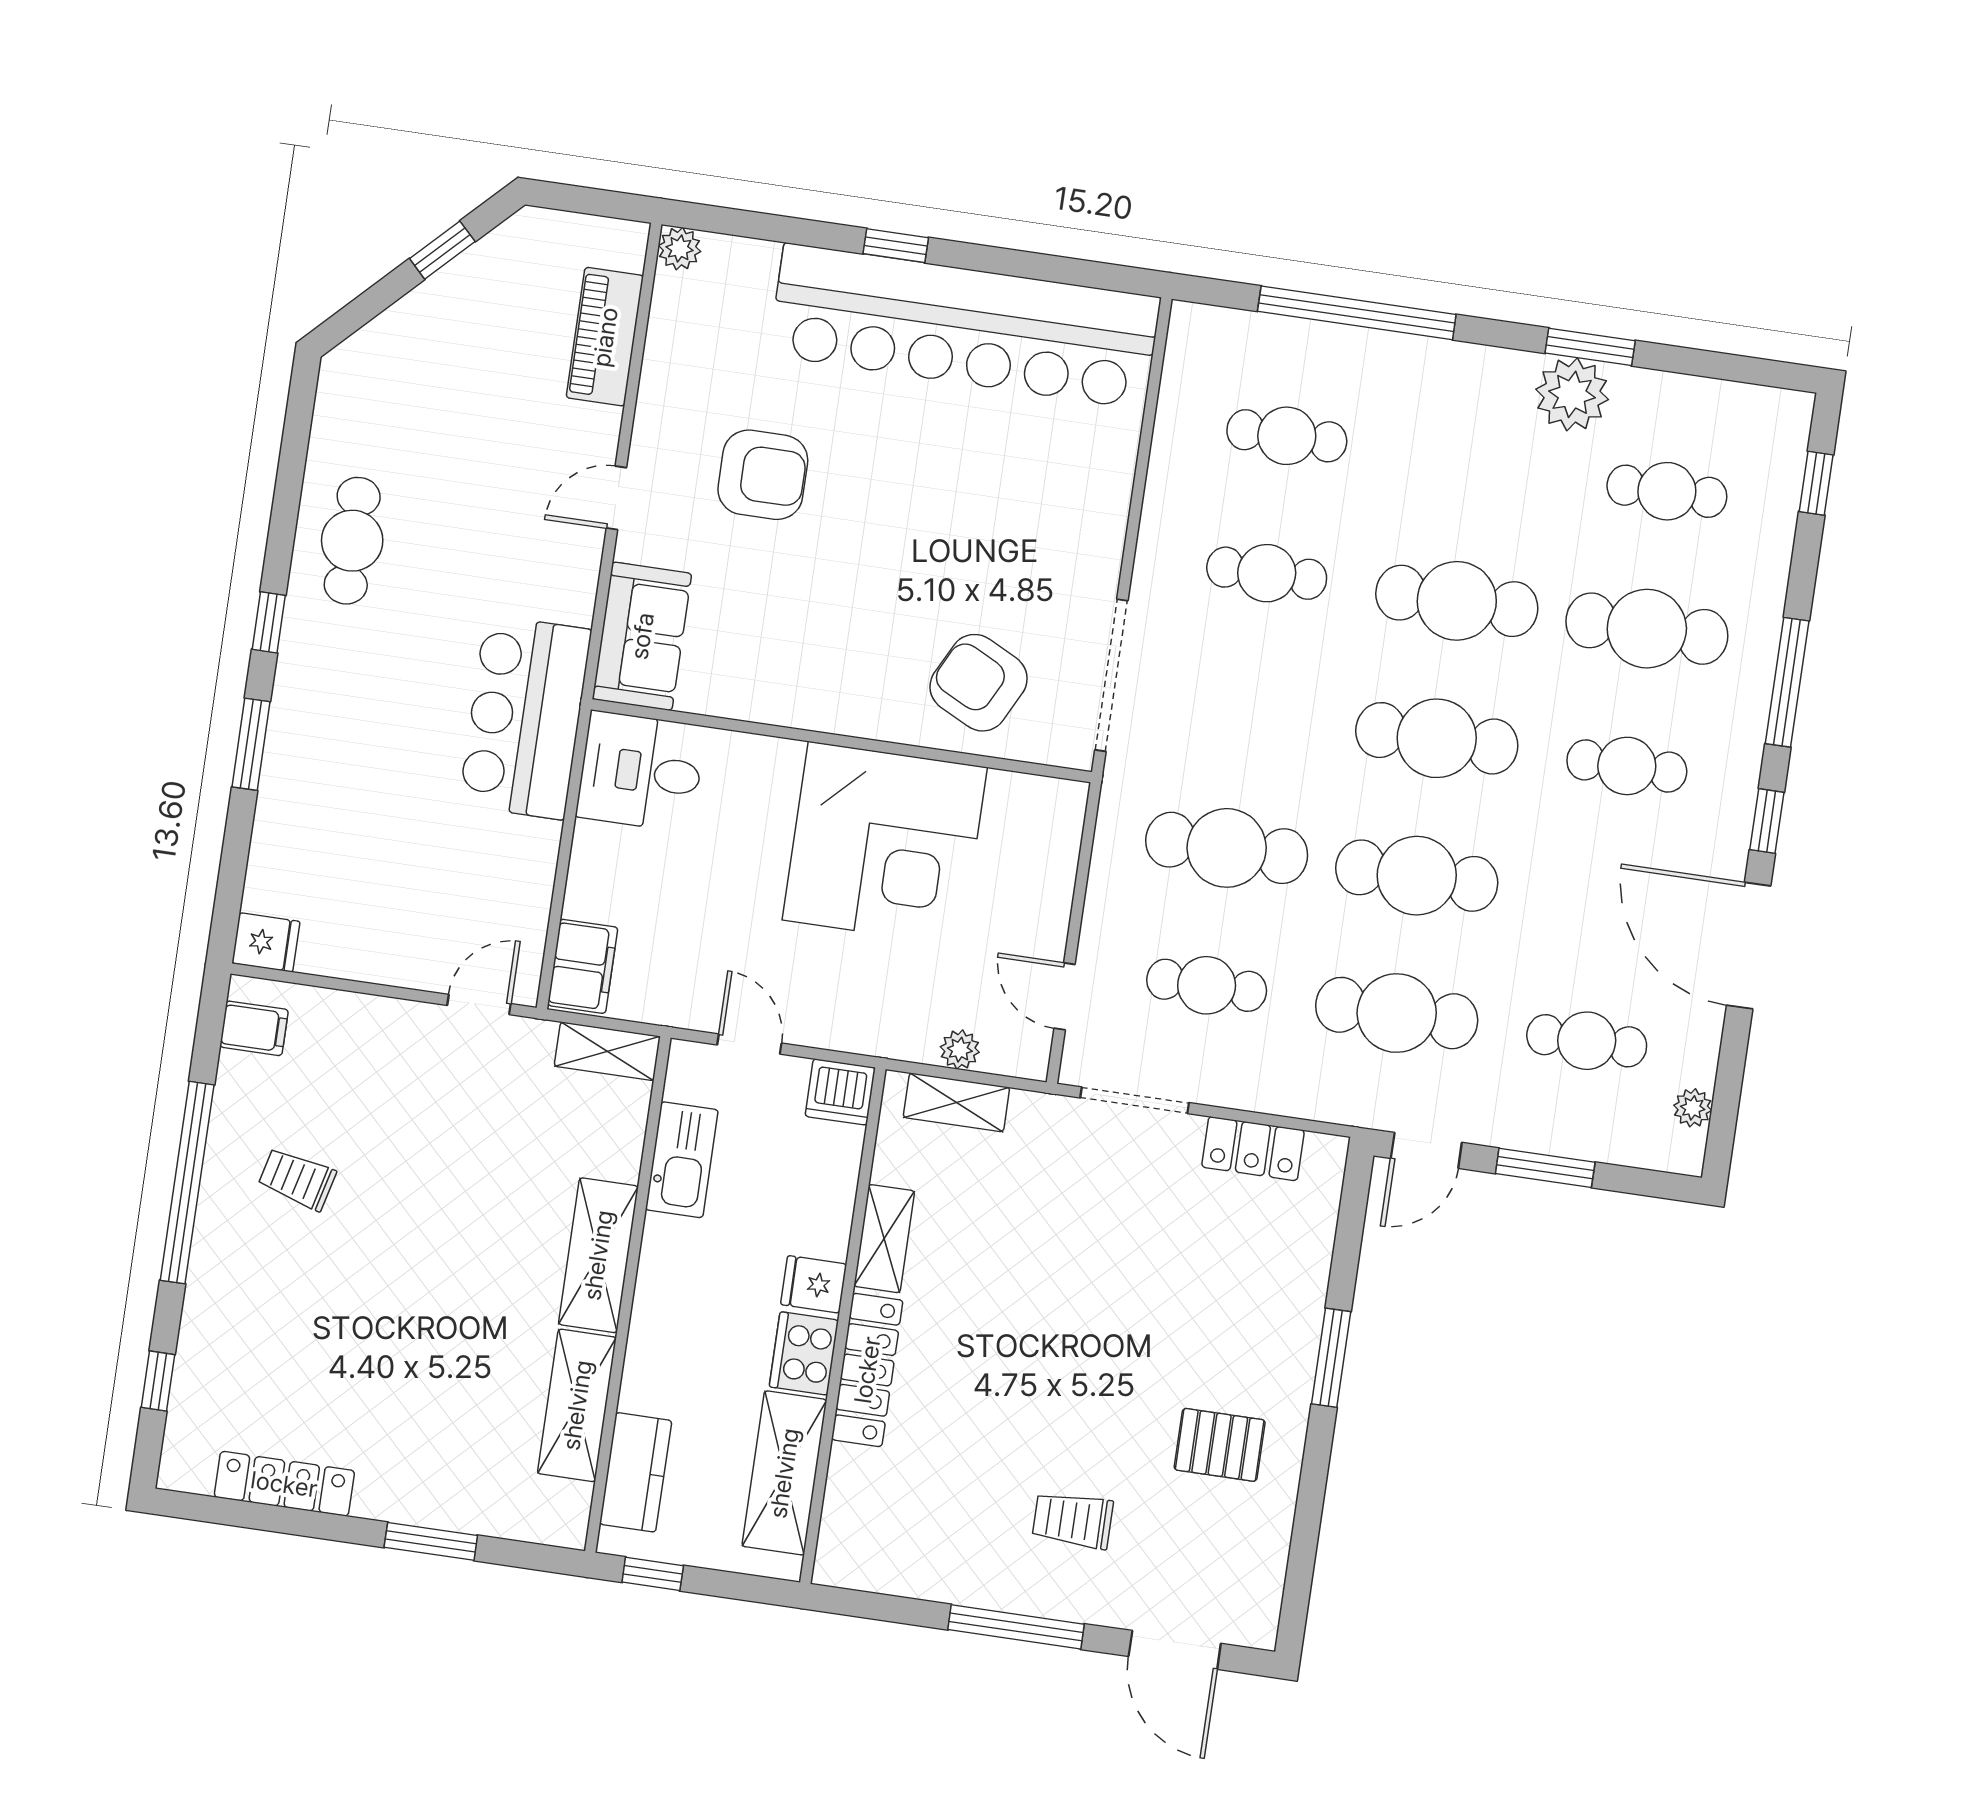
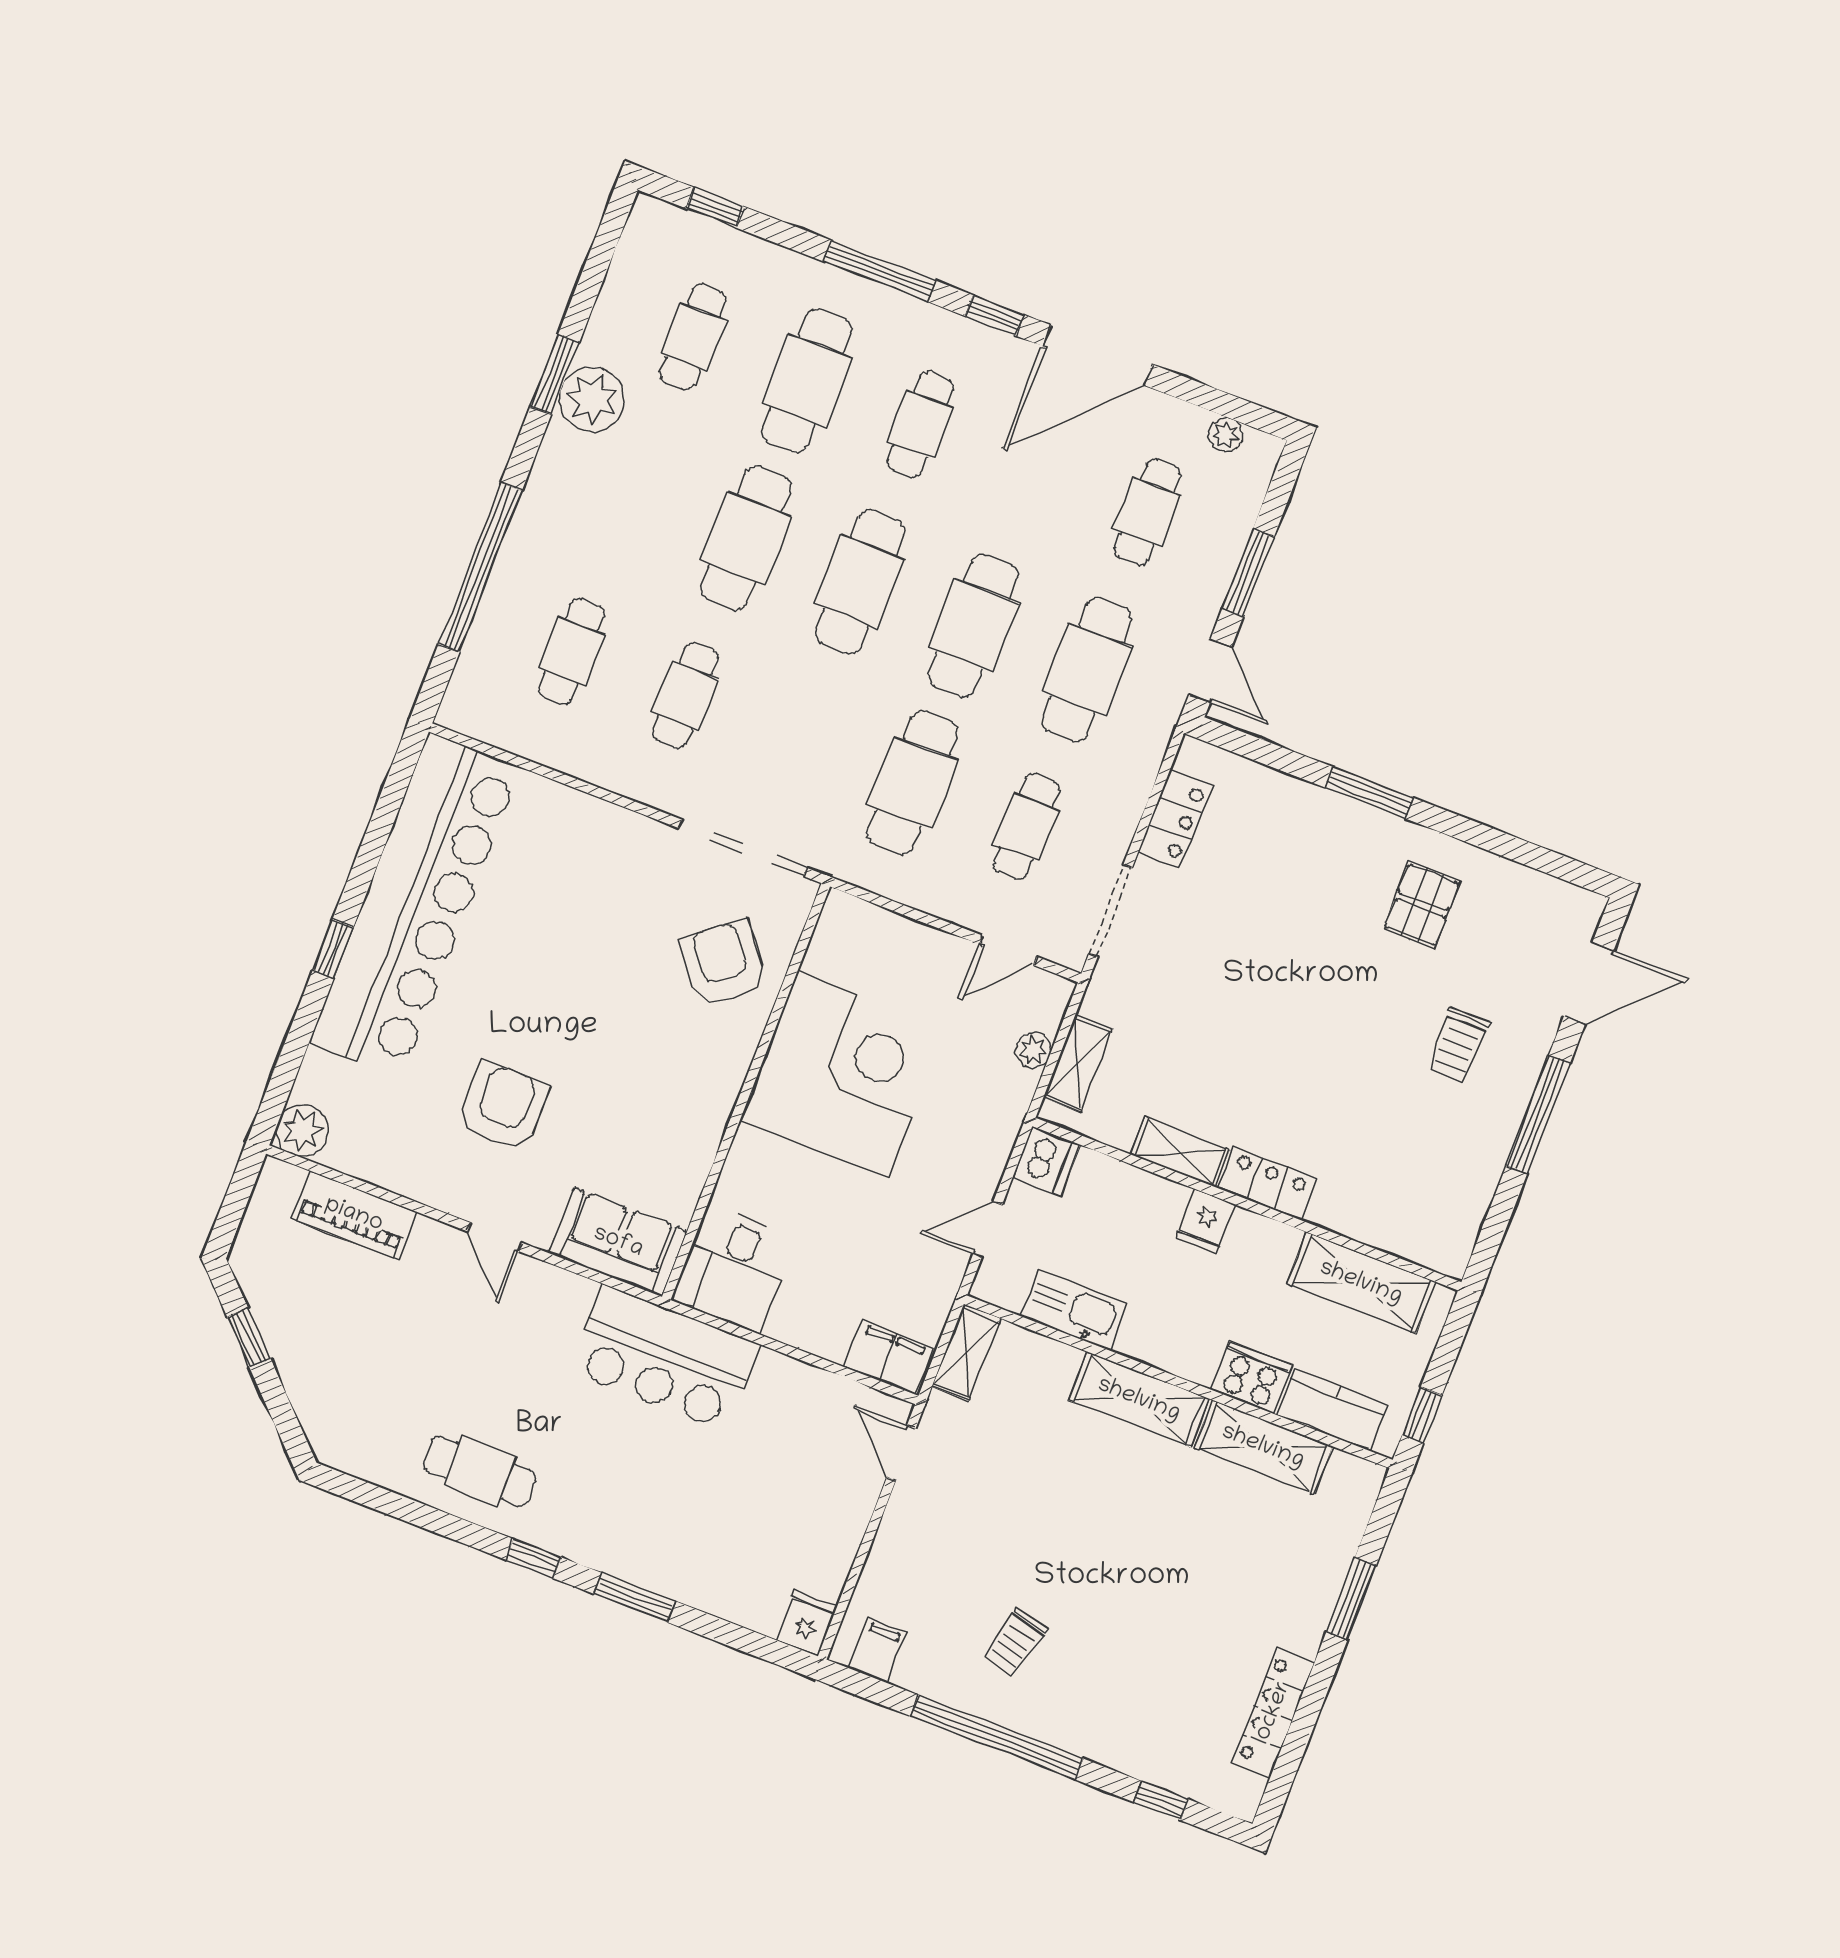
plant: (680, 249) -> (303, 1130), width x1.38, depth x1.38
armchair: (979, 683) -> (723, 963), turned 114
cooker: (804, 1353) -> (1251, 1378), moved, turned 180
locker: (867, 1370) -> (1268, 1184), width x0.66

